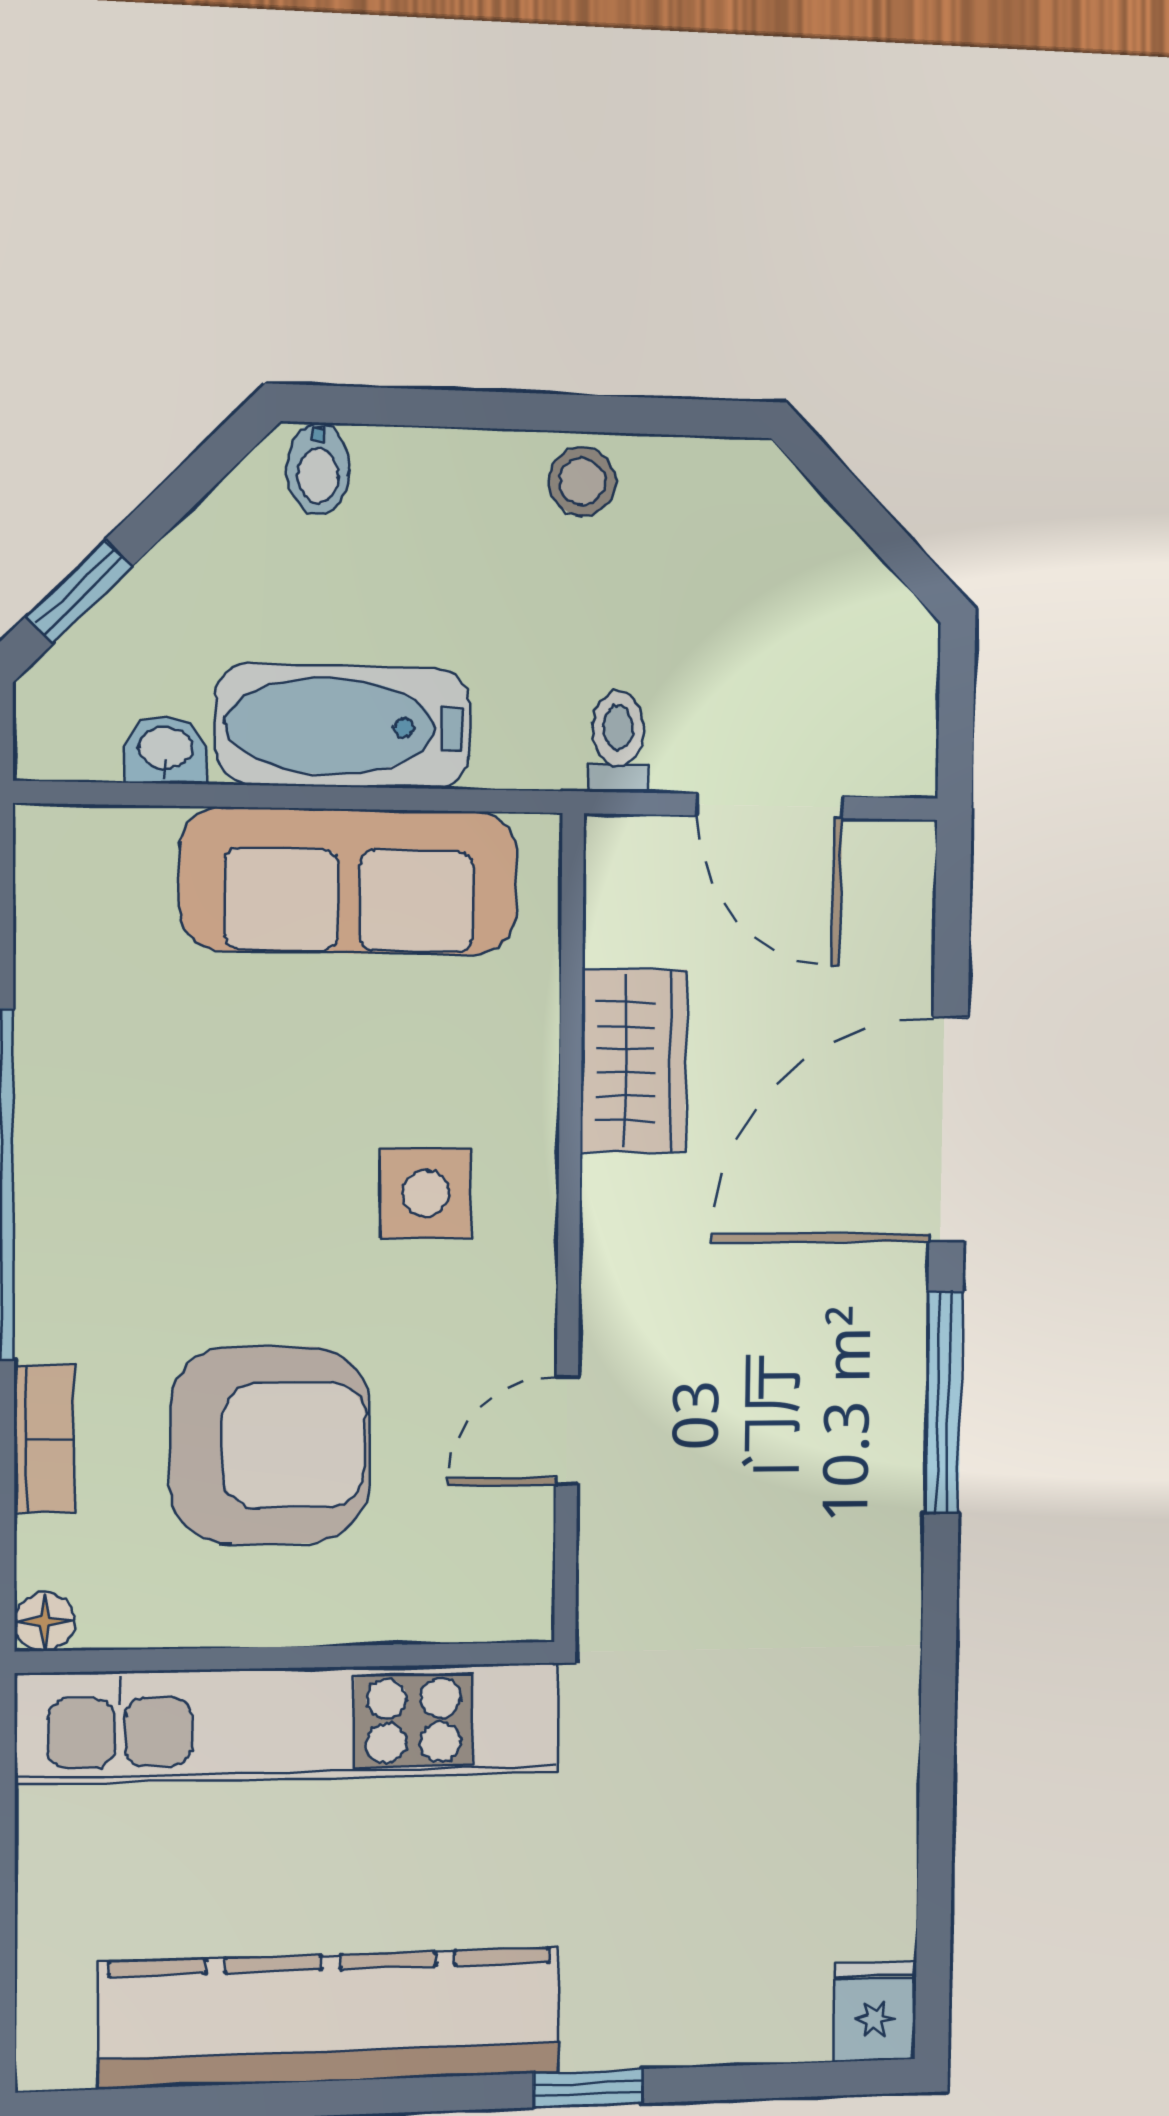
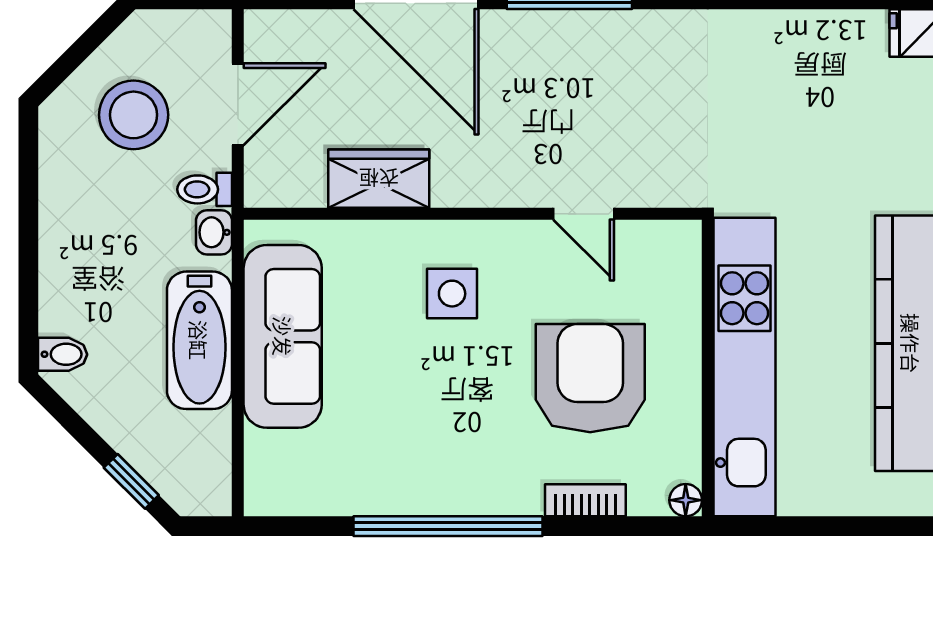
stool: (582, 482) -> (134, 115), moved, width x1.89, depth x1.89
washbasin: (166, 750) -> (214, 232), moved

